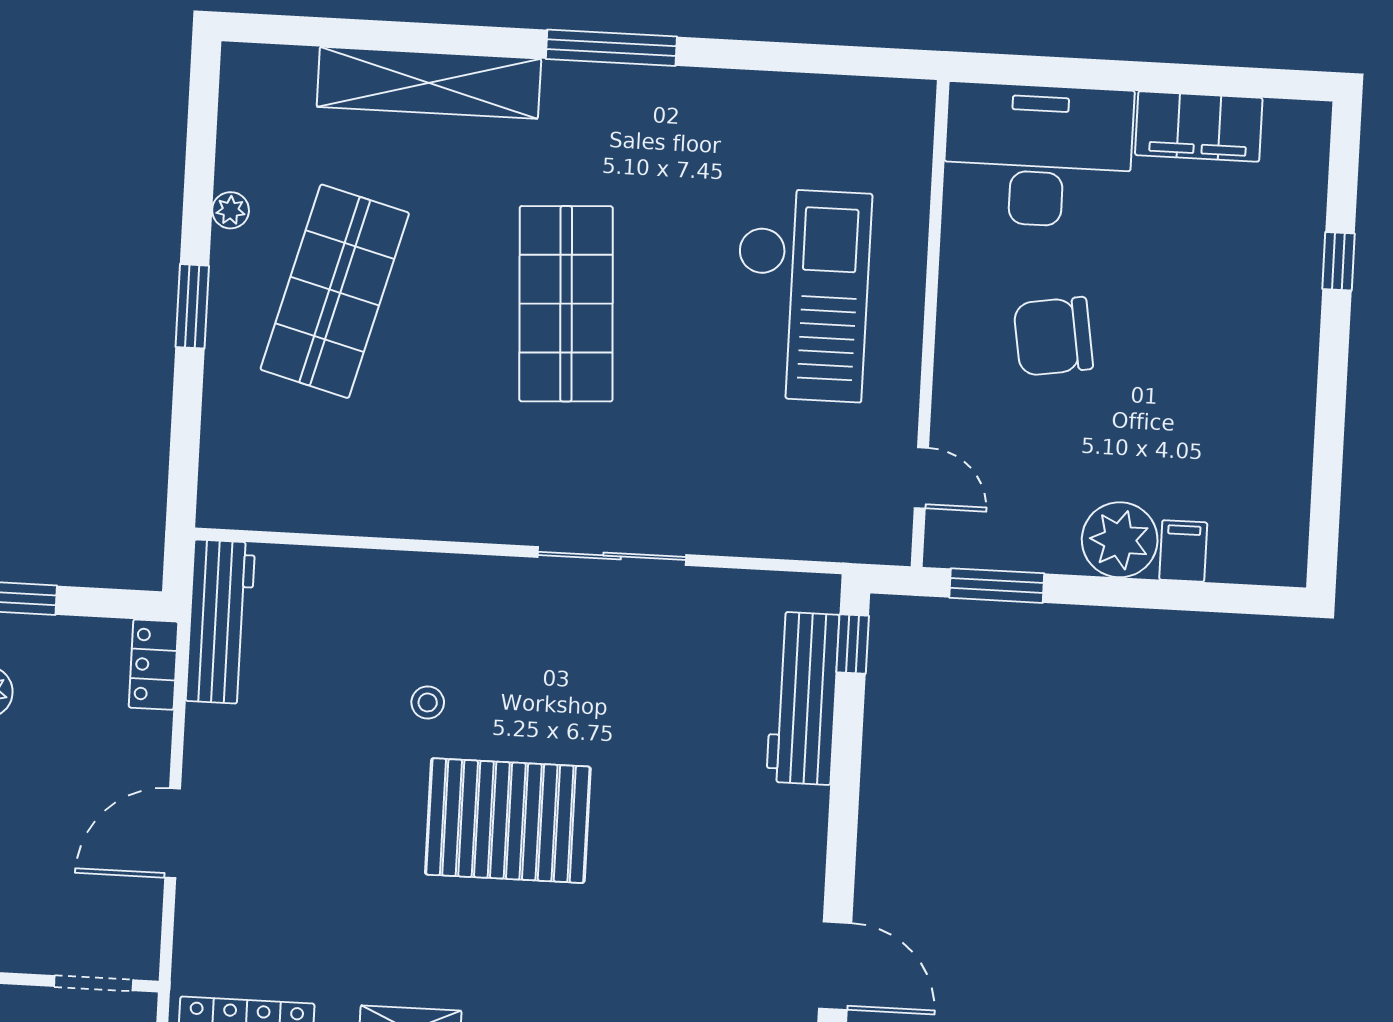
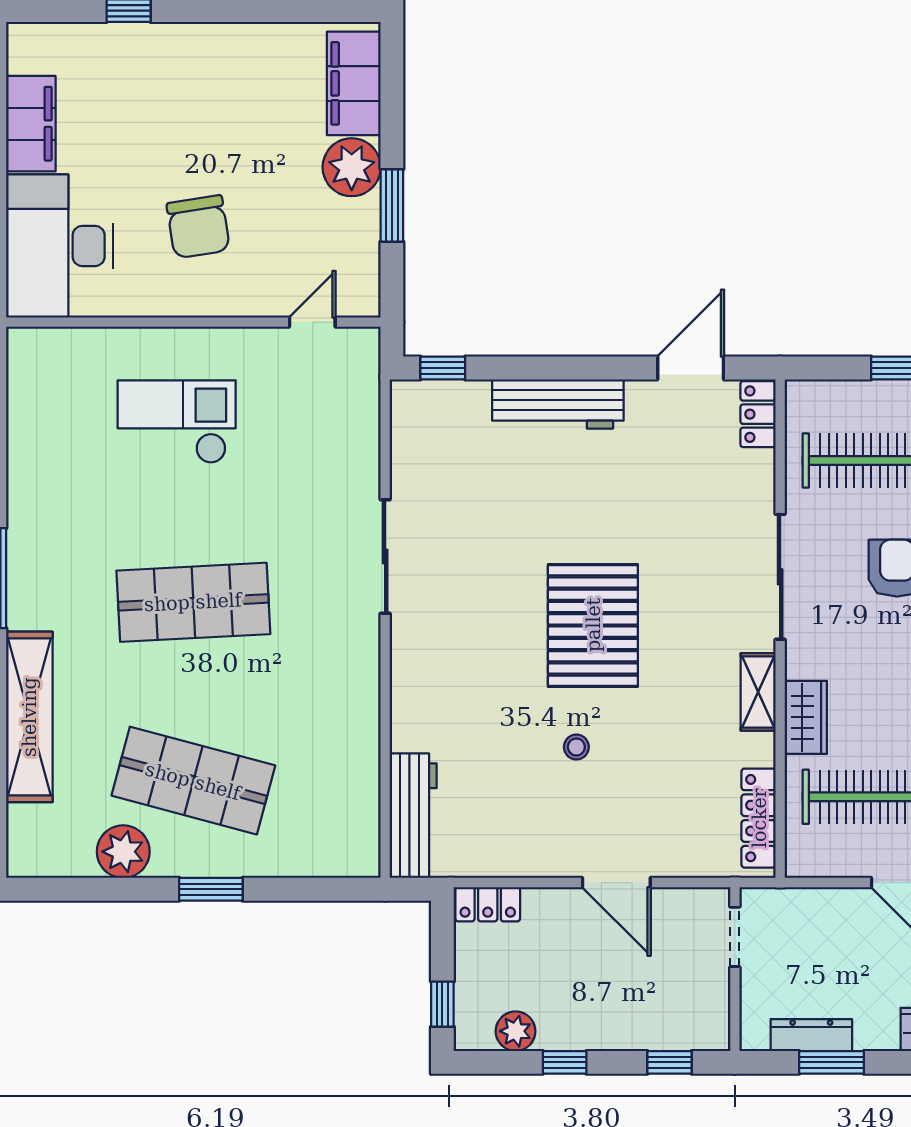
plant: (231, 210) -> (123, 852), width x1.88, depth x1.88
checkout: (802, 295) -> (177, 422), width x0.73, depth x0.83
filing cabinet: (1183, 551) -> (354, 83), width x3.00, depth x1.17
window: (997, 586) -> (392, 205), moved
workbench: (220, 622) -> (413, 816), moved, turned 90
workbench: (803, 698) -> (558, 404), moved
stool: (428, 702) -> (576, 747), moved

